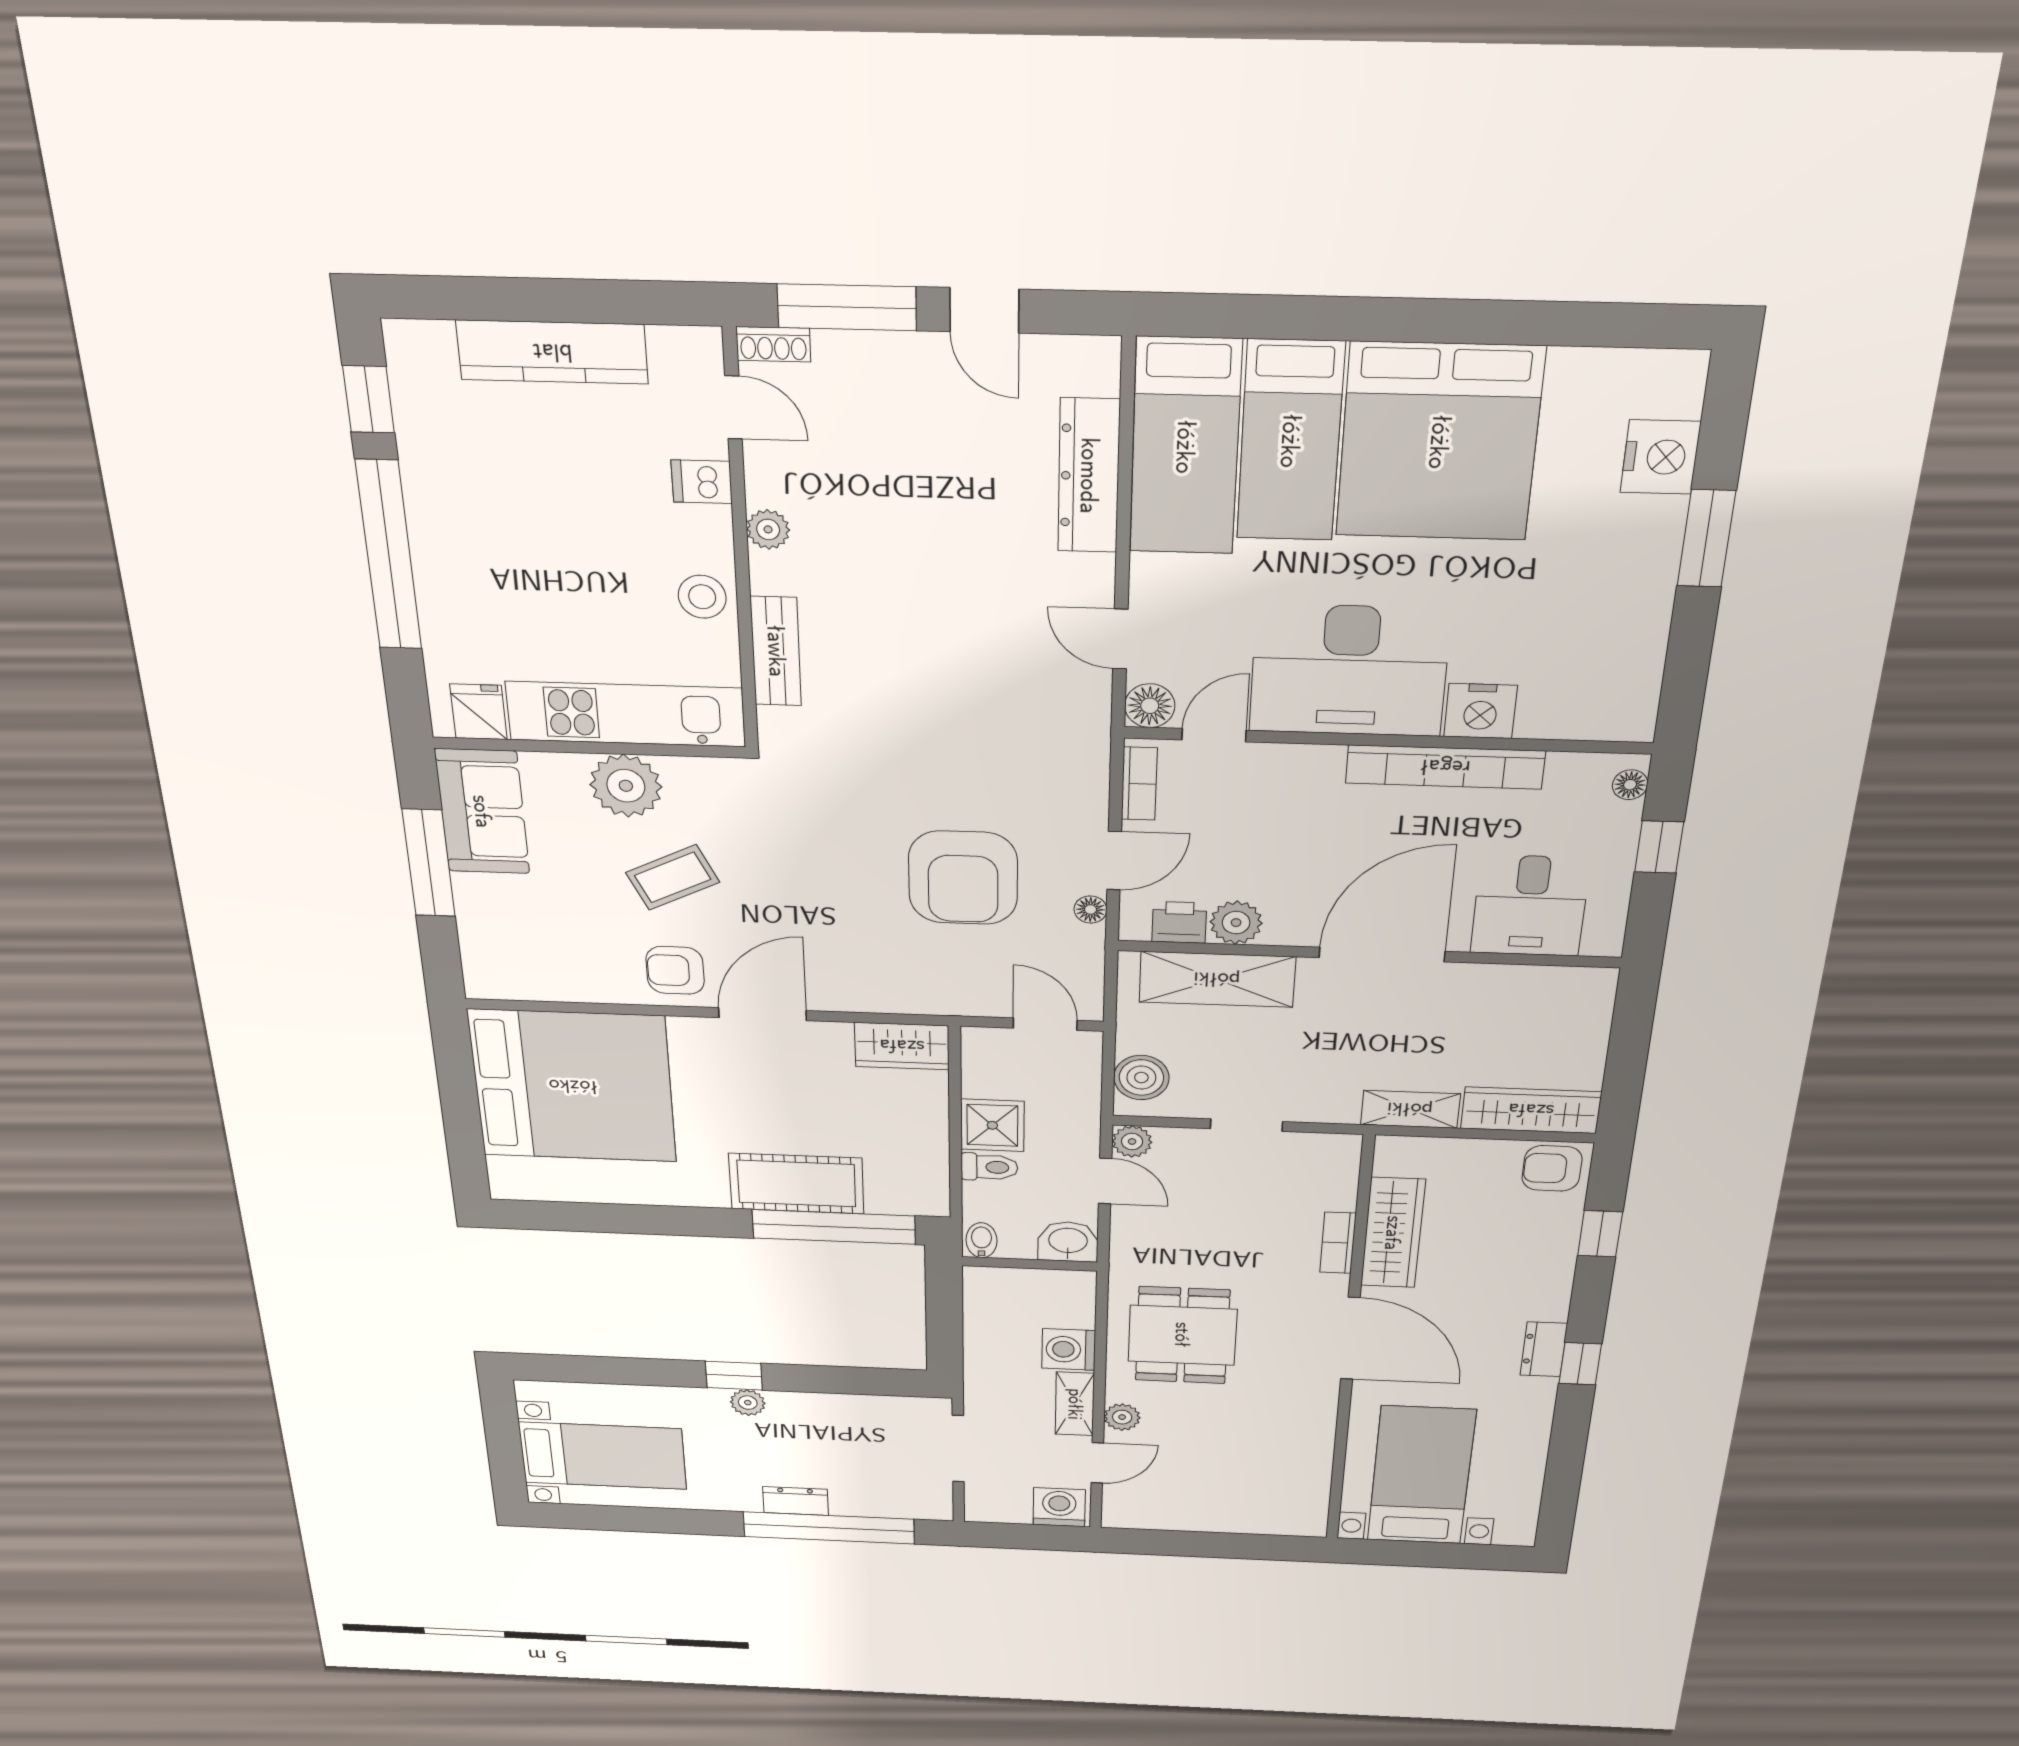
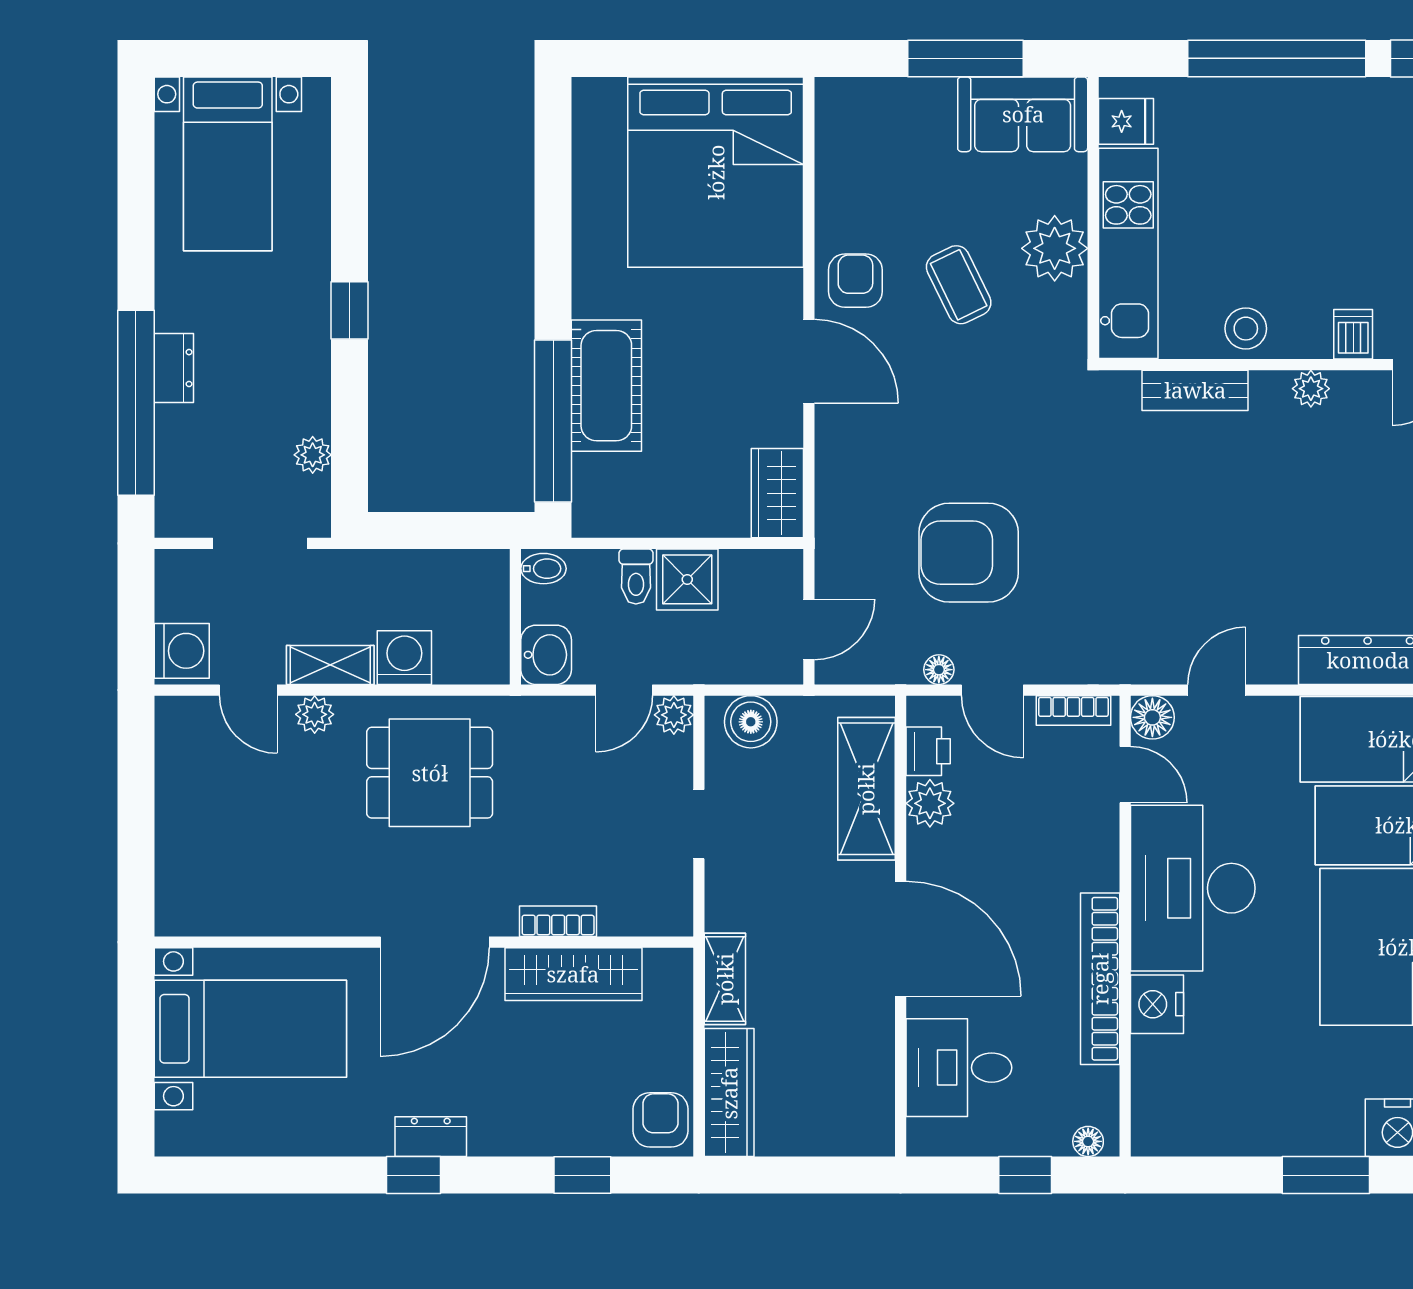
plant: (748, 1403) -> (313, 455), moved

